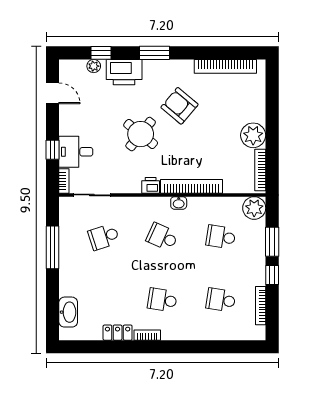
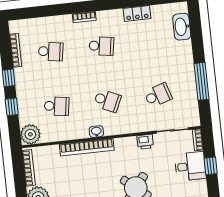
printer: (151, 185) -> (145, 142), moved
window: (272, 242) -> (12, 107), width x0.67
bookcase: (147, 335) -> (84, 17), moved

